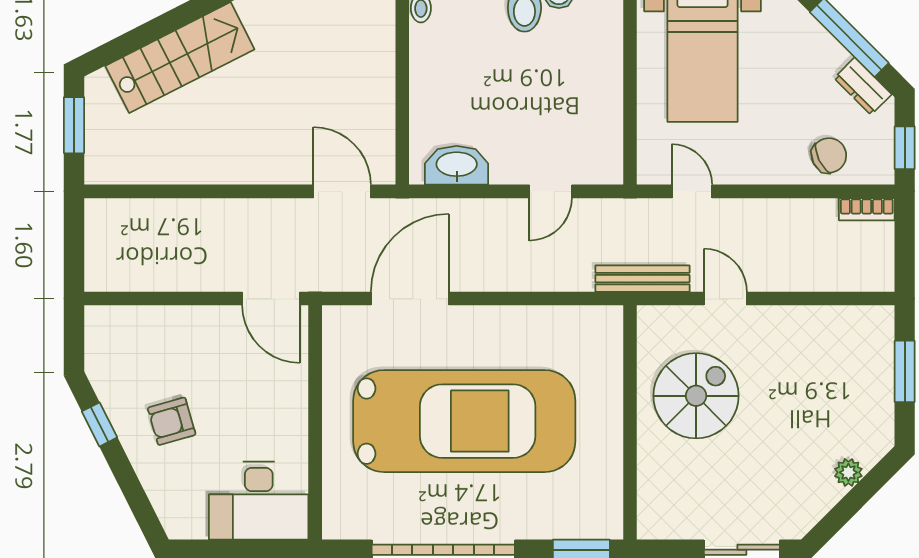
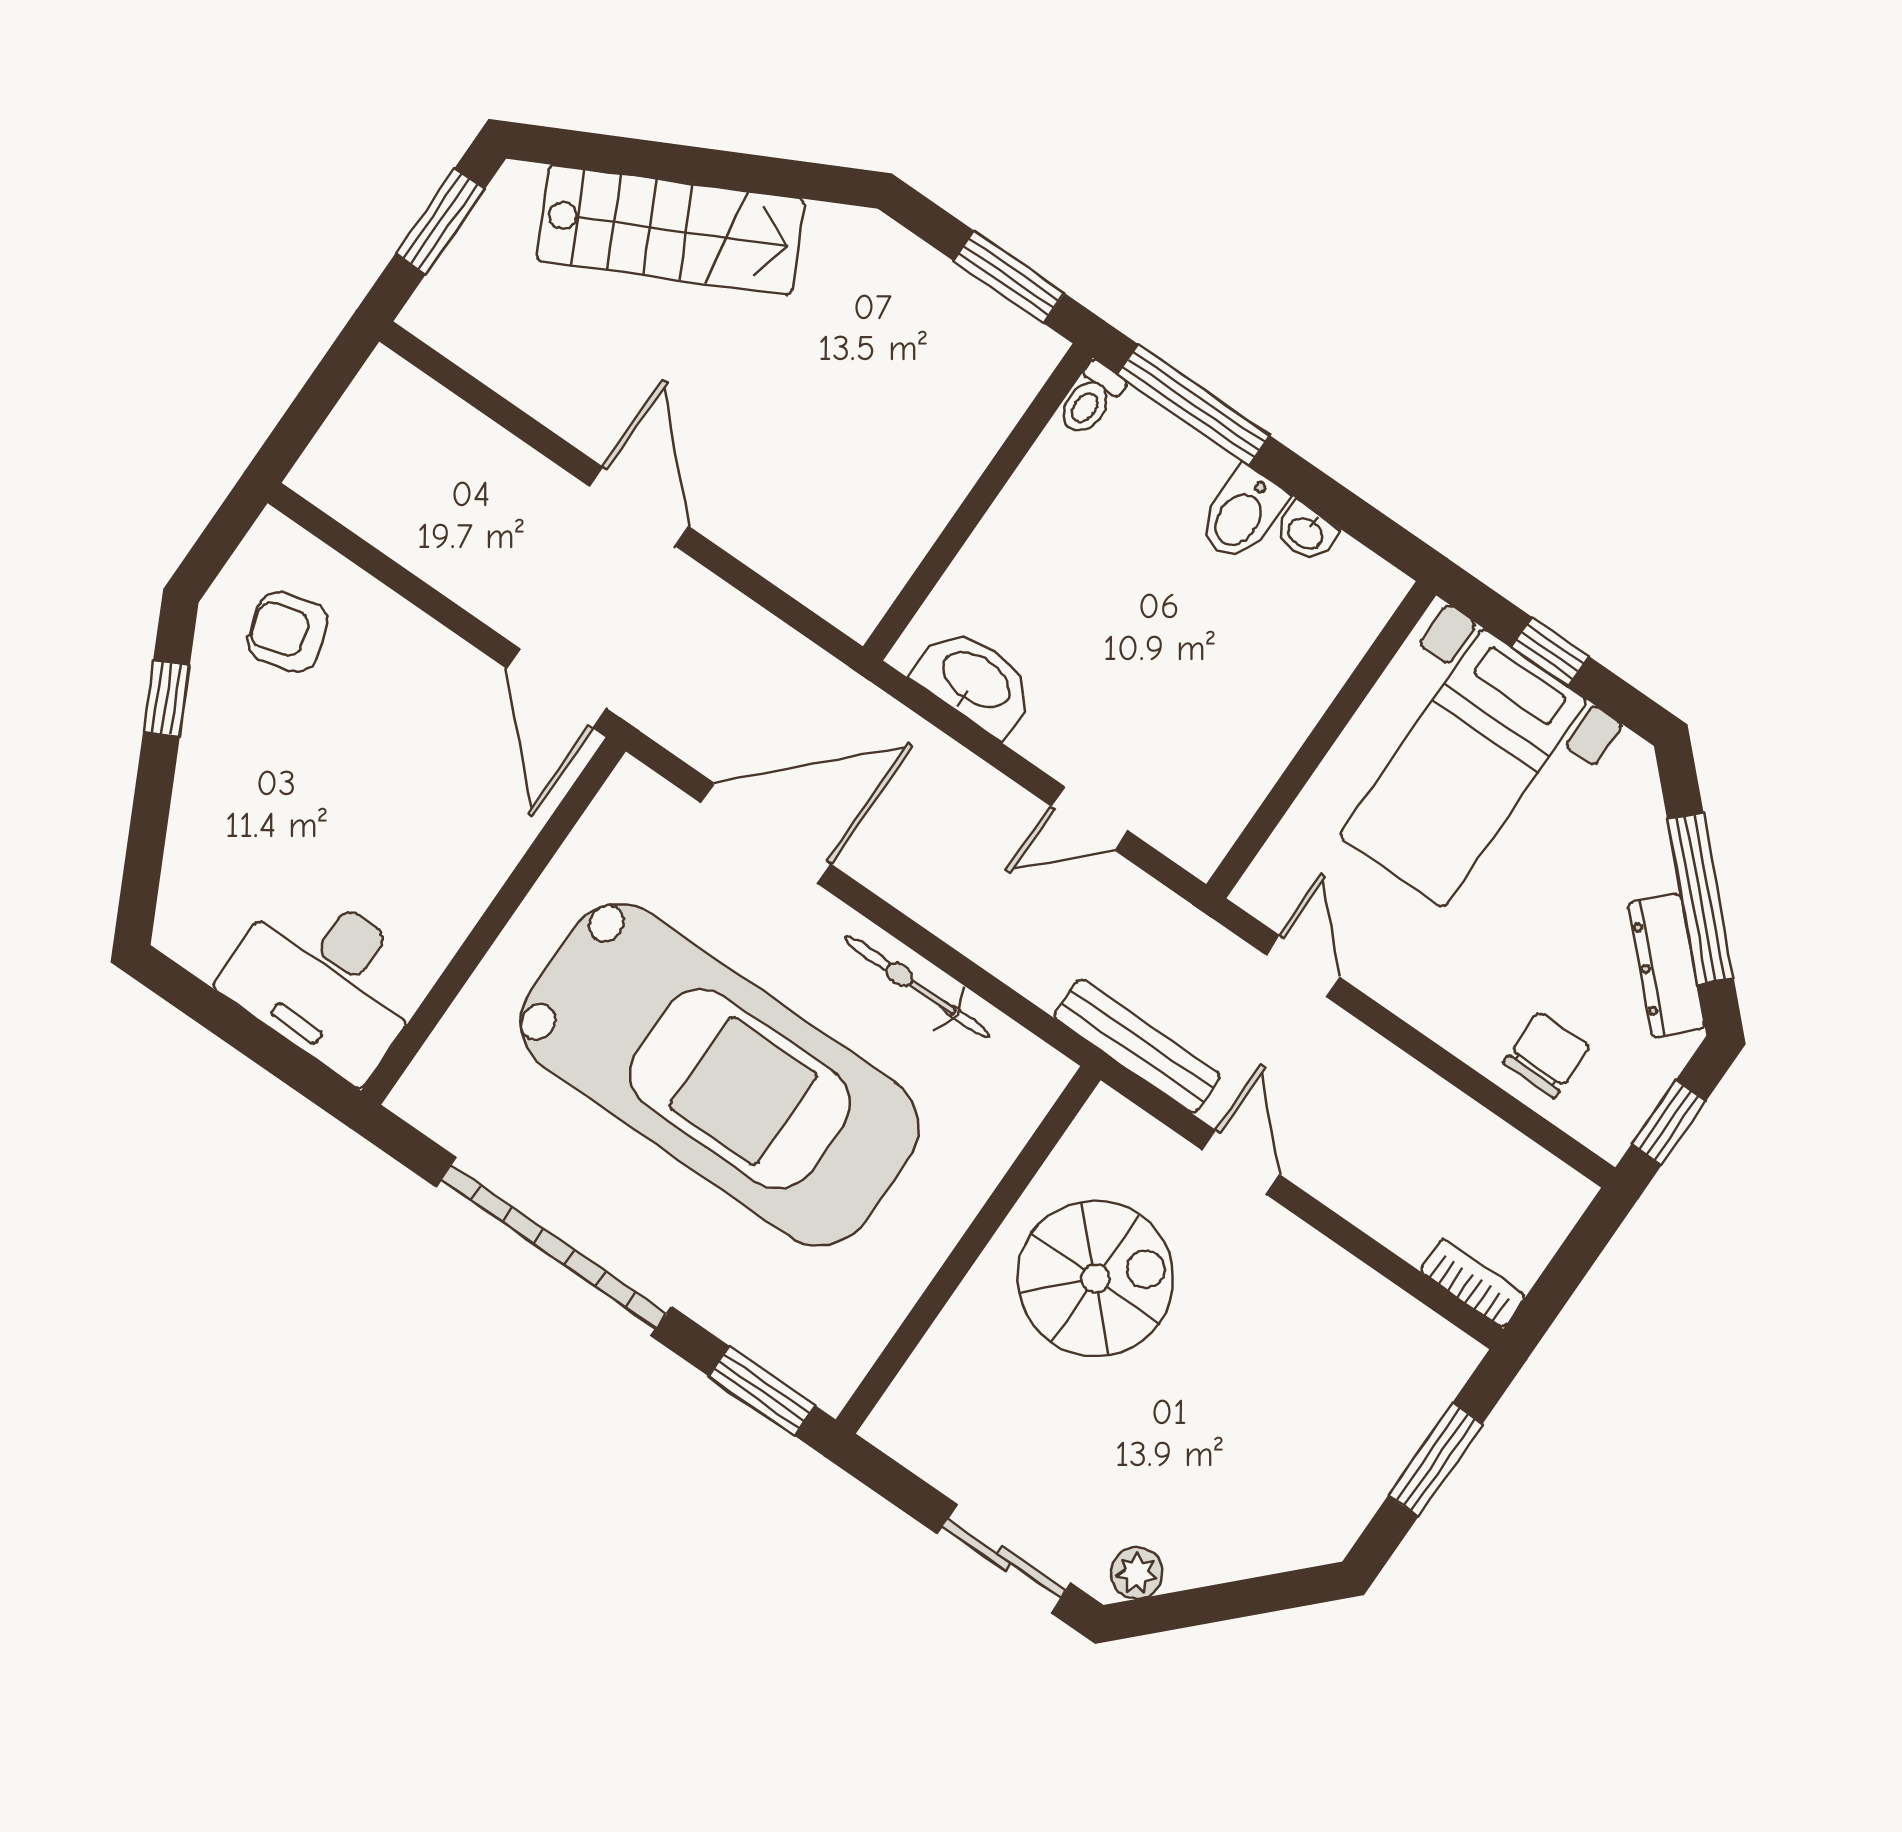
dresser: (863, 86) -> (1666, 965), width x1.44
chair: (829, 155) -> (1547, 1055), turned -64
door: (342, 191) -> (639, 506), moved
bookcase: (867, 209) -> (1473, 1283), moved, turned 180
bicycle: (525, 320) -> (917, 987), added
armchair: (172, 421) -> (288, 632), moved
plant: (848, 472) -> (1136, 1573), moved

